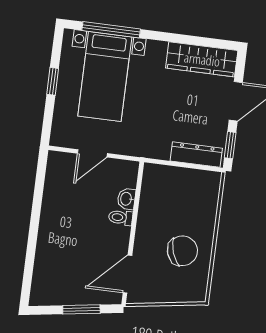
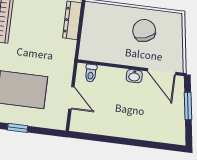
washbasin: (126, 199) -> (134, 76), moved
toilet: (121, 218) -> (91, 73), moved

